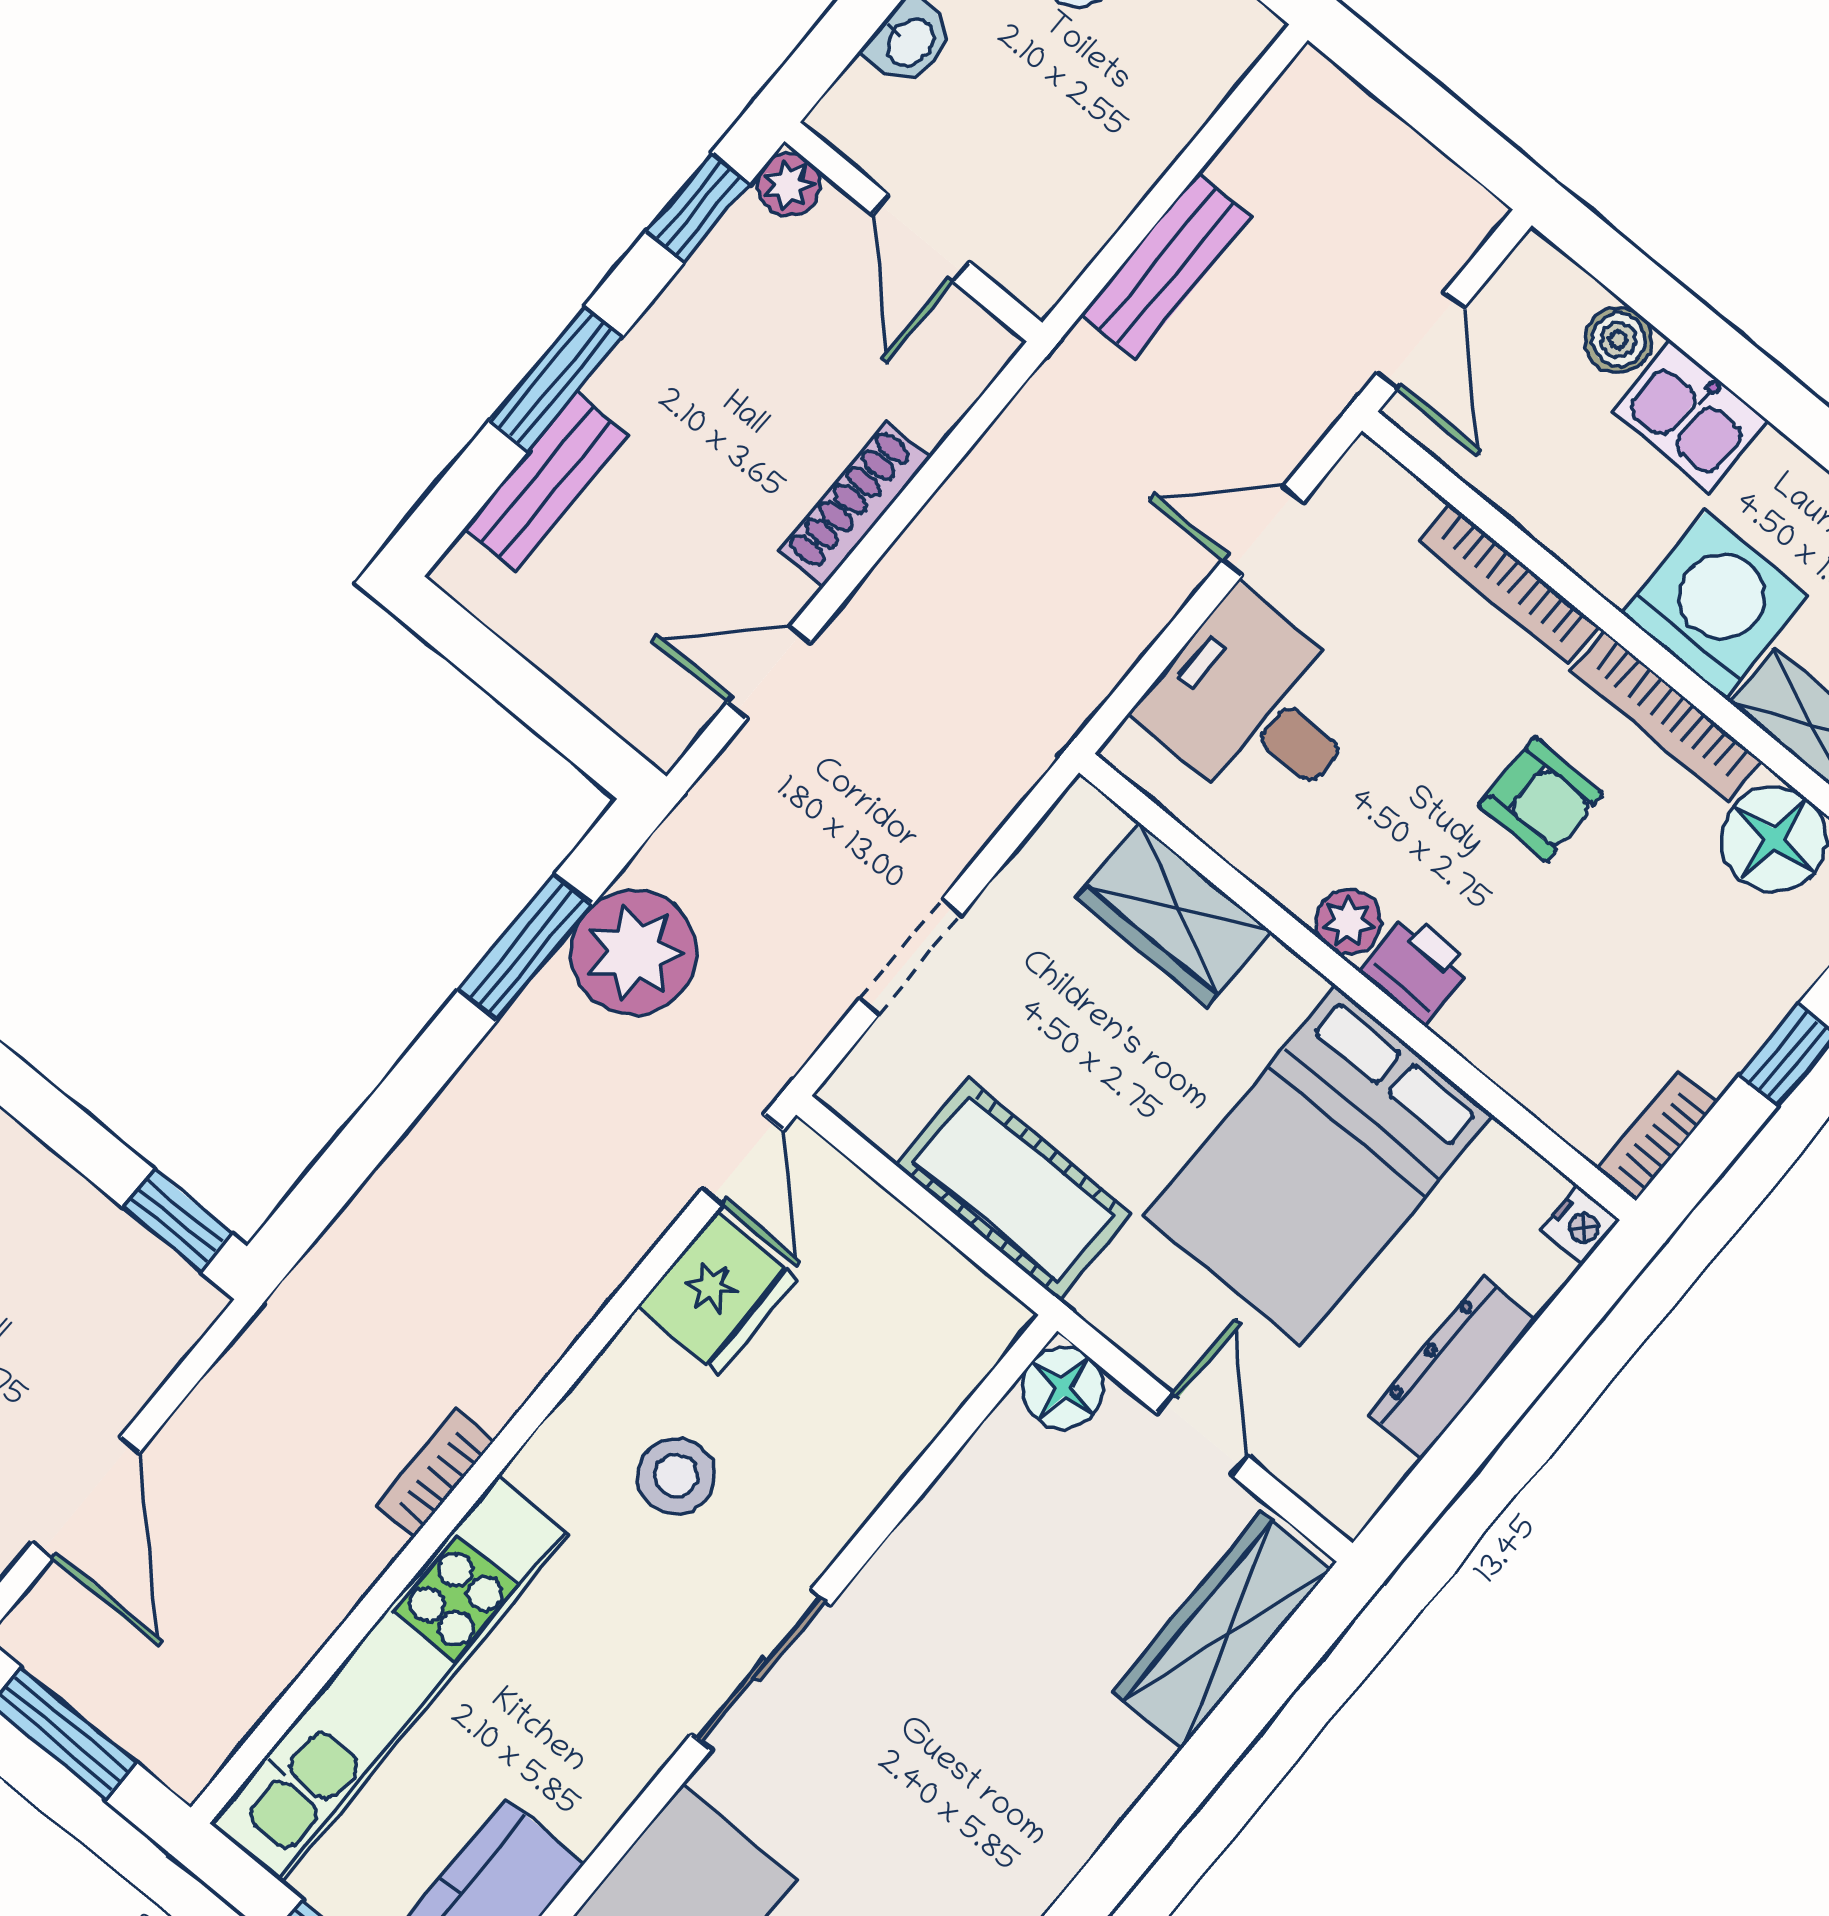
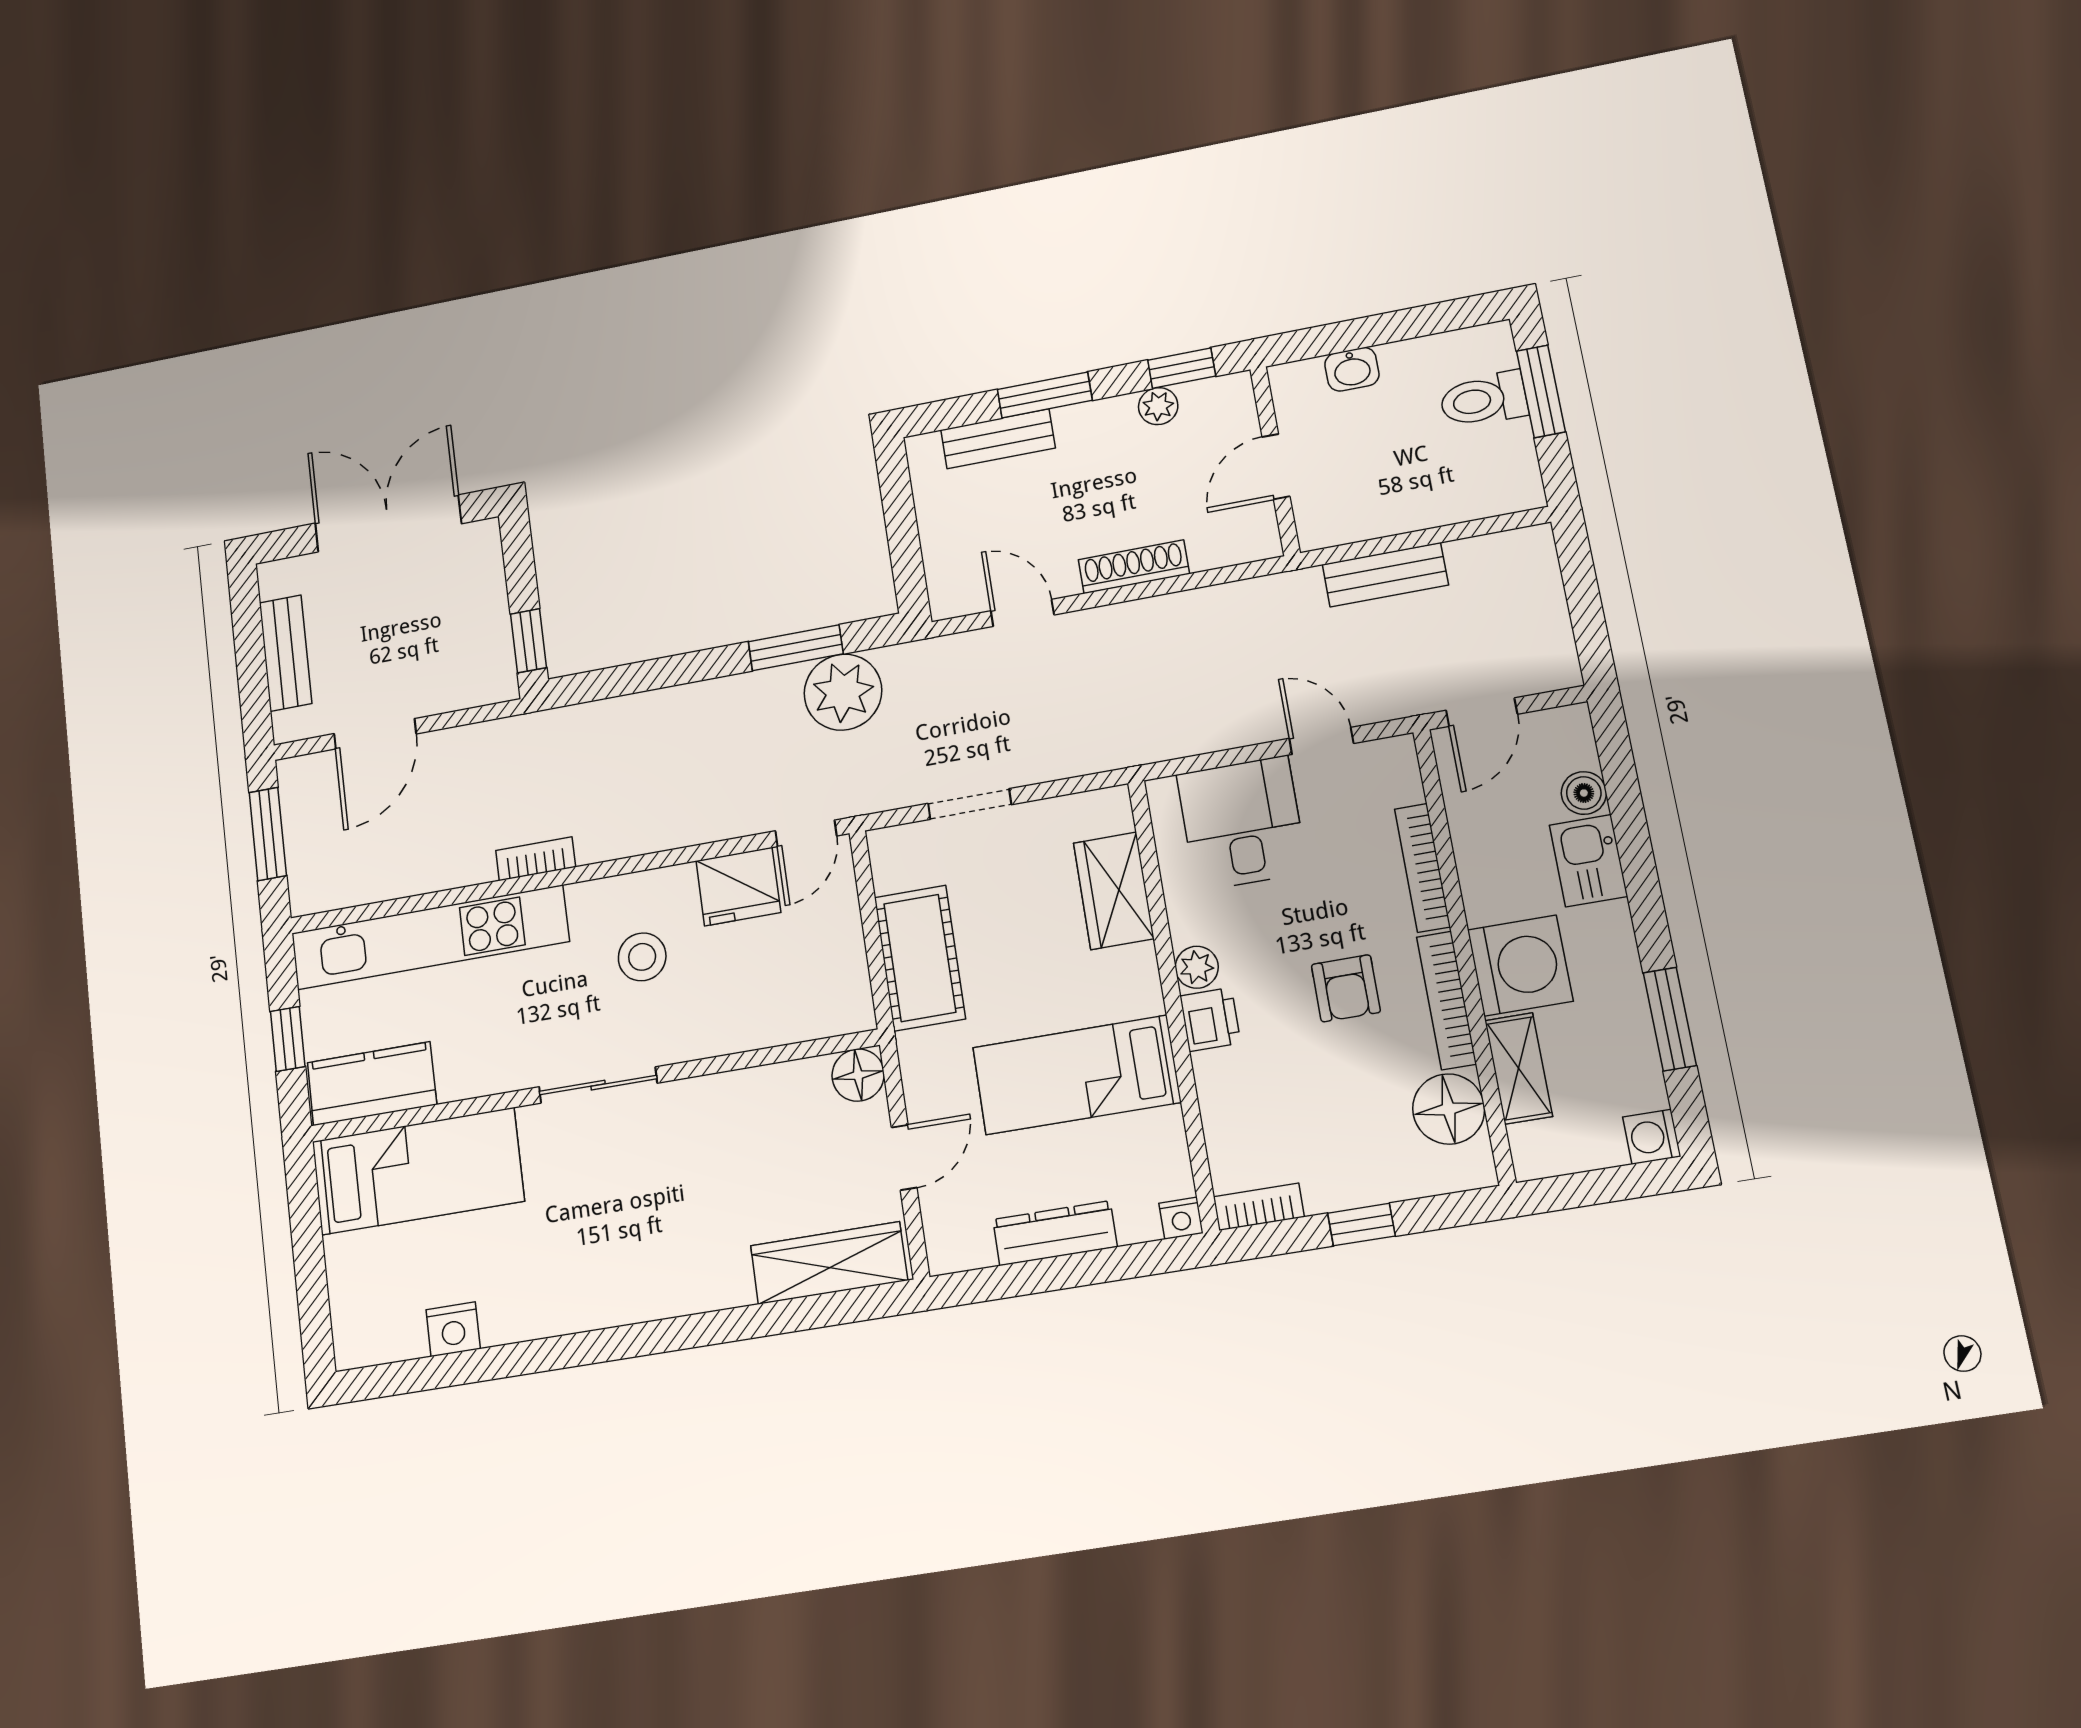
plant: (788, 185) -> (1158, 406), moved
bed: (1318, 1166) -> (1076, 1075), width x0.67

